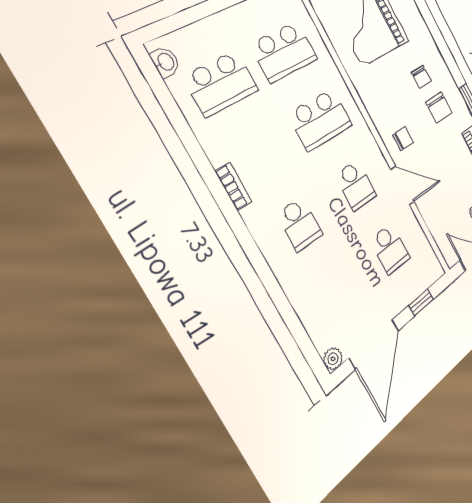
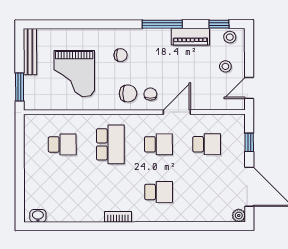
school desk: (284, 52) -> (62, 144), width x0.54
school desk: (221, 83) -> (62, 192), removed
chair: (439, 108) -> (128, 93), moved

